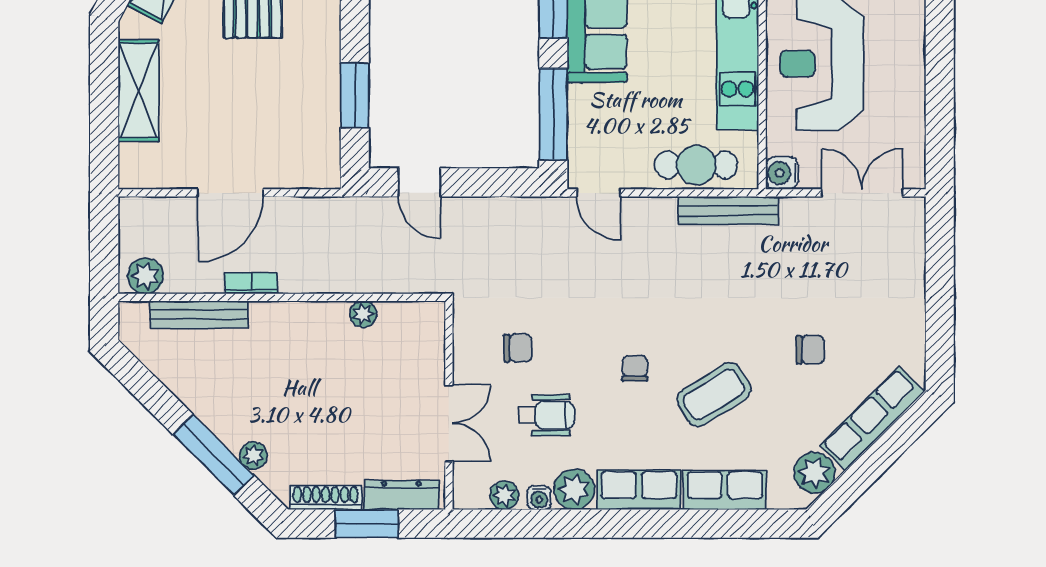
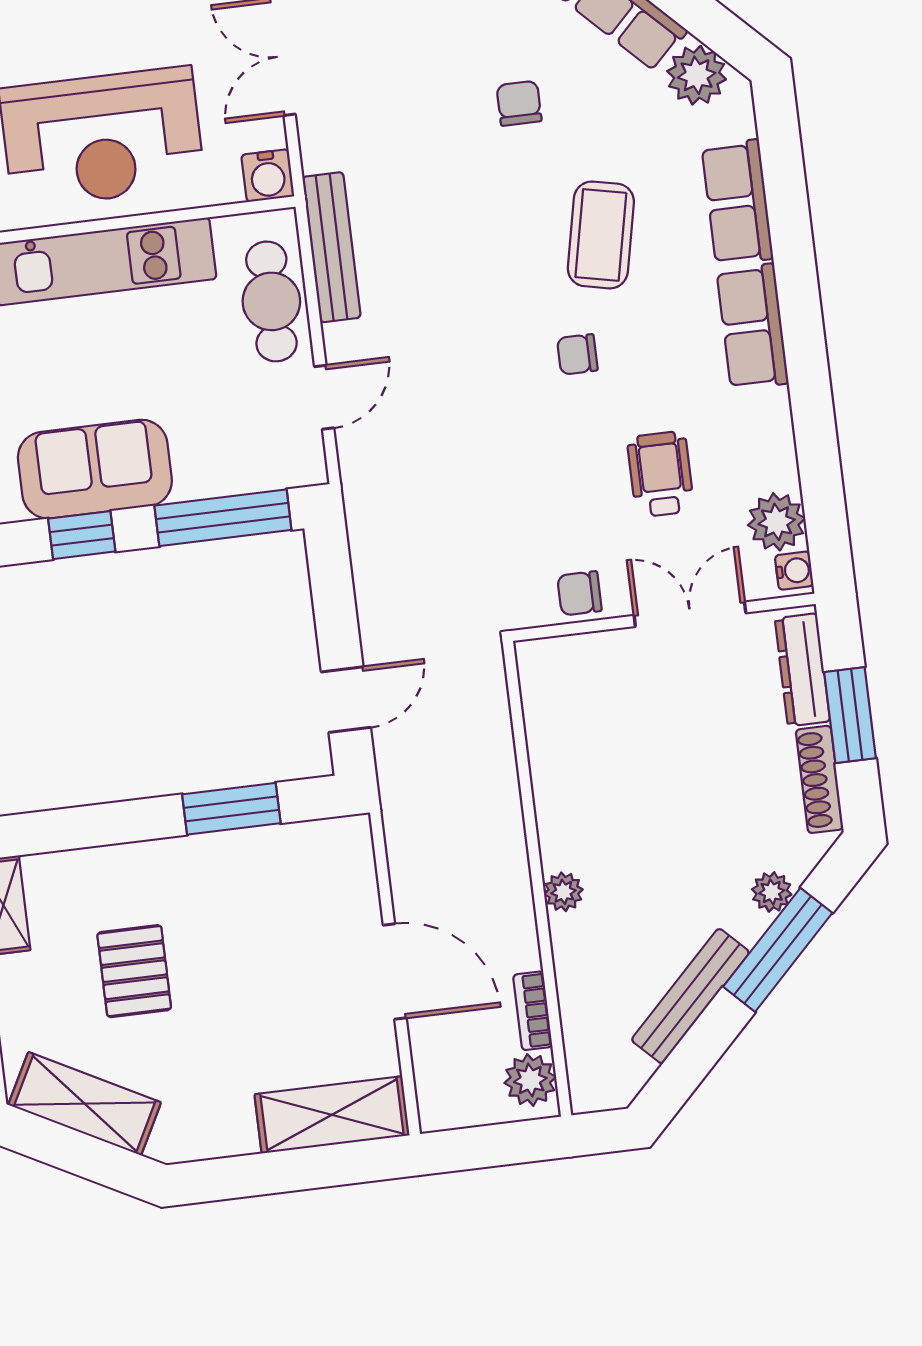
shelving: (138, 90) -> (332, 1115), moved
door: (599, 193) -> (324, 397), moved
bookcase: (251, 283) -> (533, 1011), moved
bench: (199, 314) -> (690, 996), moved, turned 45
plant: (363, 314) -> (563, 892), moved
chair: (518, 348) -> (579, 593), moved, turned -90
coffee table: (714, 394) -> (601, 235), turned 44
plant: (574, 489) -> (763, 421), removed
plant: (504, 495) -> (777, 522), width x1.38, depth x1.38
water cooler: (539, 498) -> (794, 571), moved

